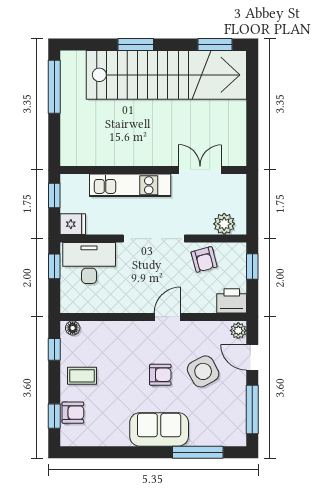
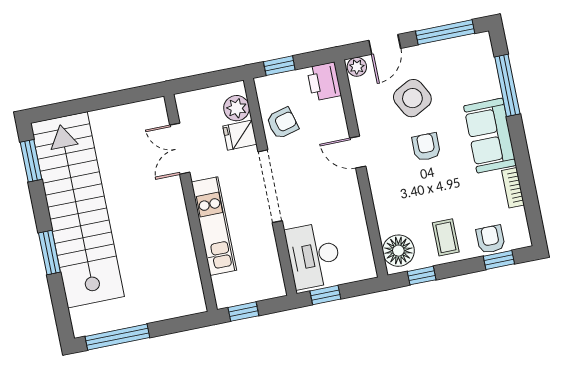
fridge: (73, 224) -> (240, 135), moved, turned -90
floor lamp: (73, 328) -> (398, 251), width x1.89, depth x1.89
bookcase: (112, 440) -> (513, 188), added

